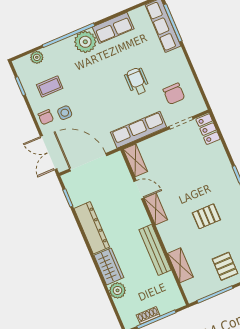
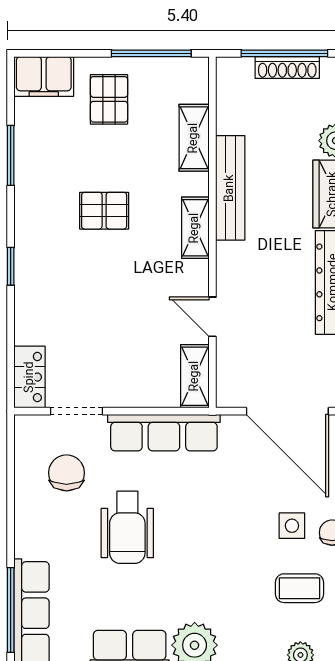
wheelchair: (137, 81) -> (127, 527), width x1.36, depth x1.37
shelving: (156, 209) -> (195, 228), moved
shoe rack: (148, 315) -> (287, 68), width x1.43

